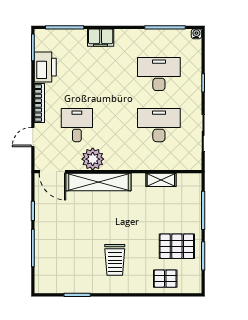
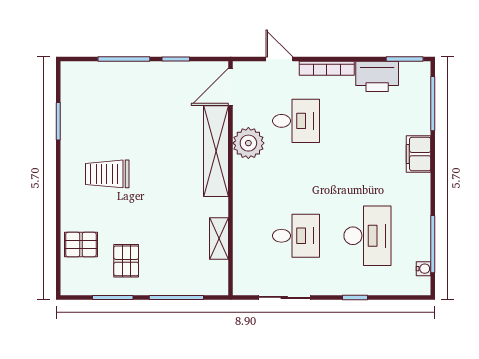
water cooler: (196, 34) -> (424, 269), moved
desk: (159, 125) -> (296, 236), width x0.73
pallet: (177, 246) -> (126, 261), width x0.67, depth x0.71
pallet: (165, 279) -> (81, 245), turned 90

